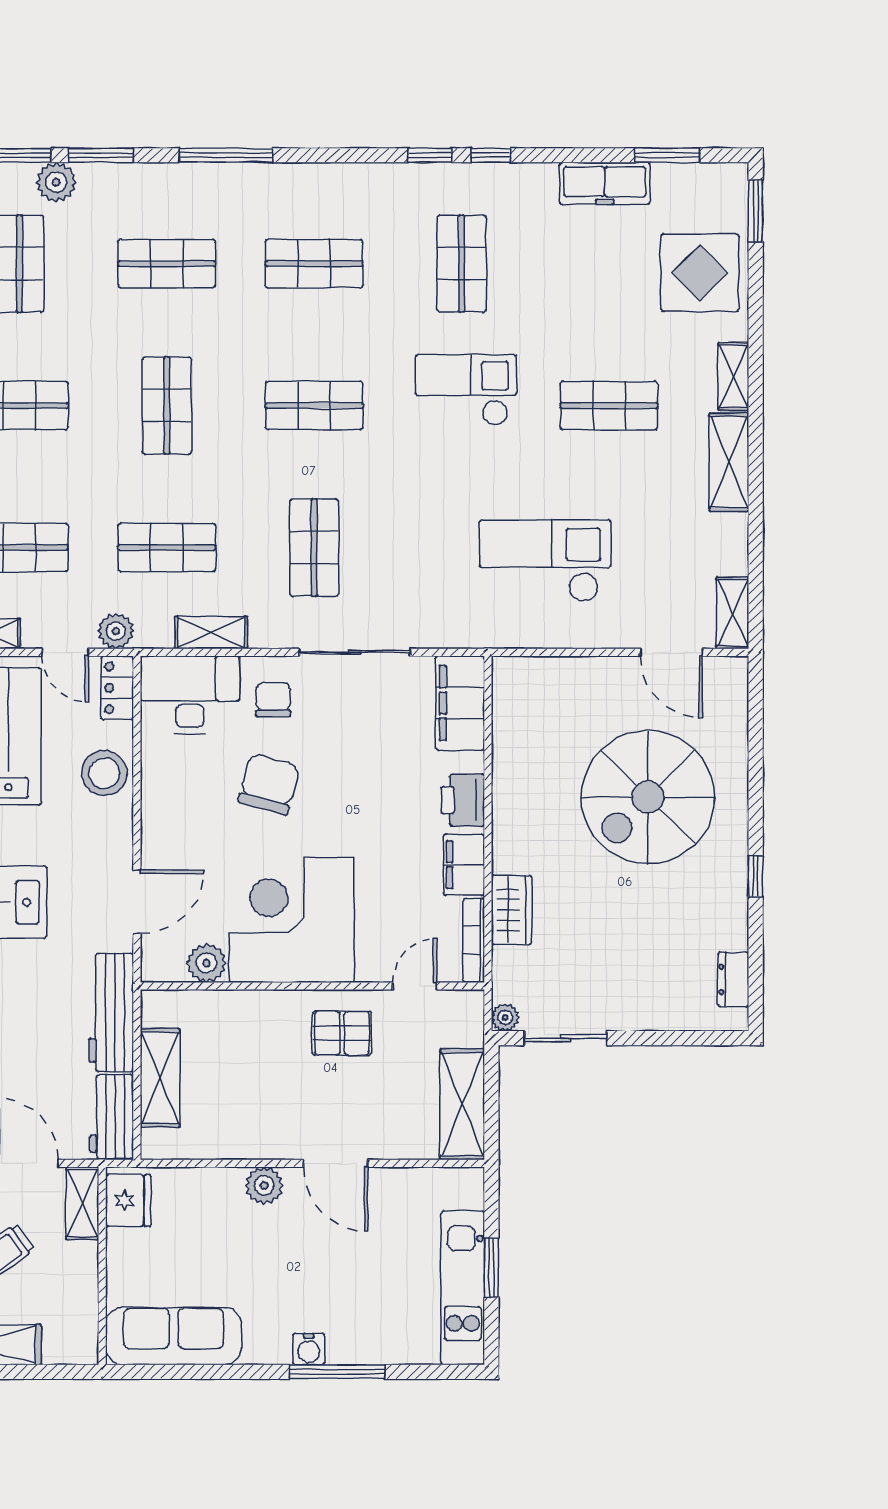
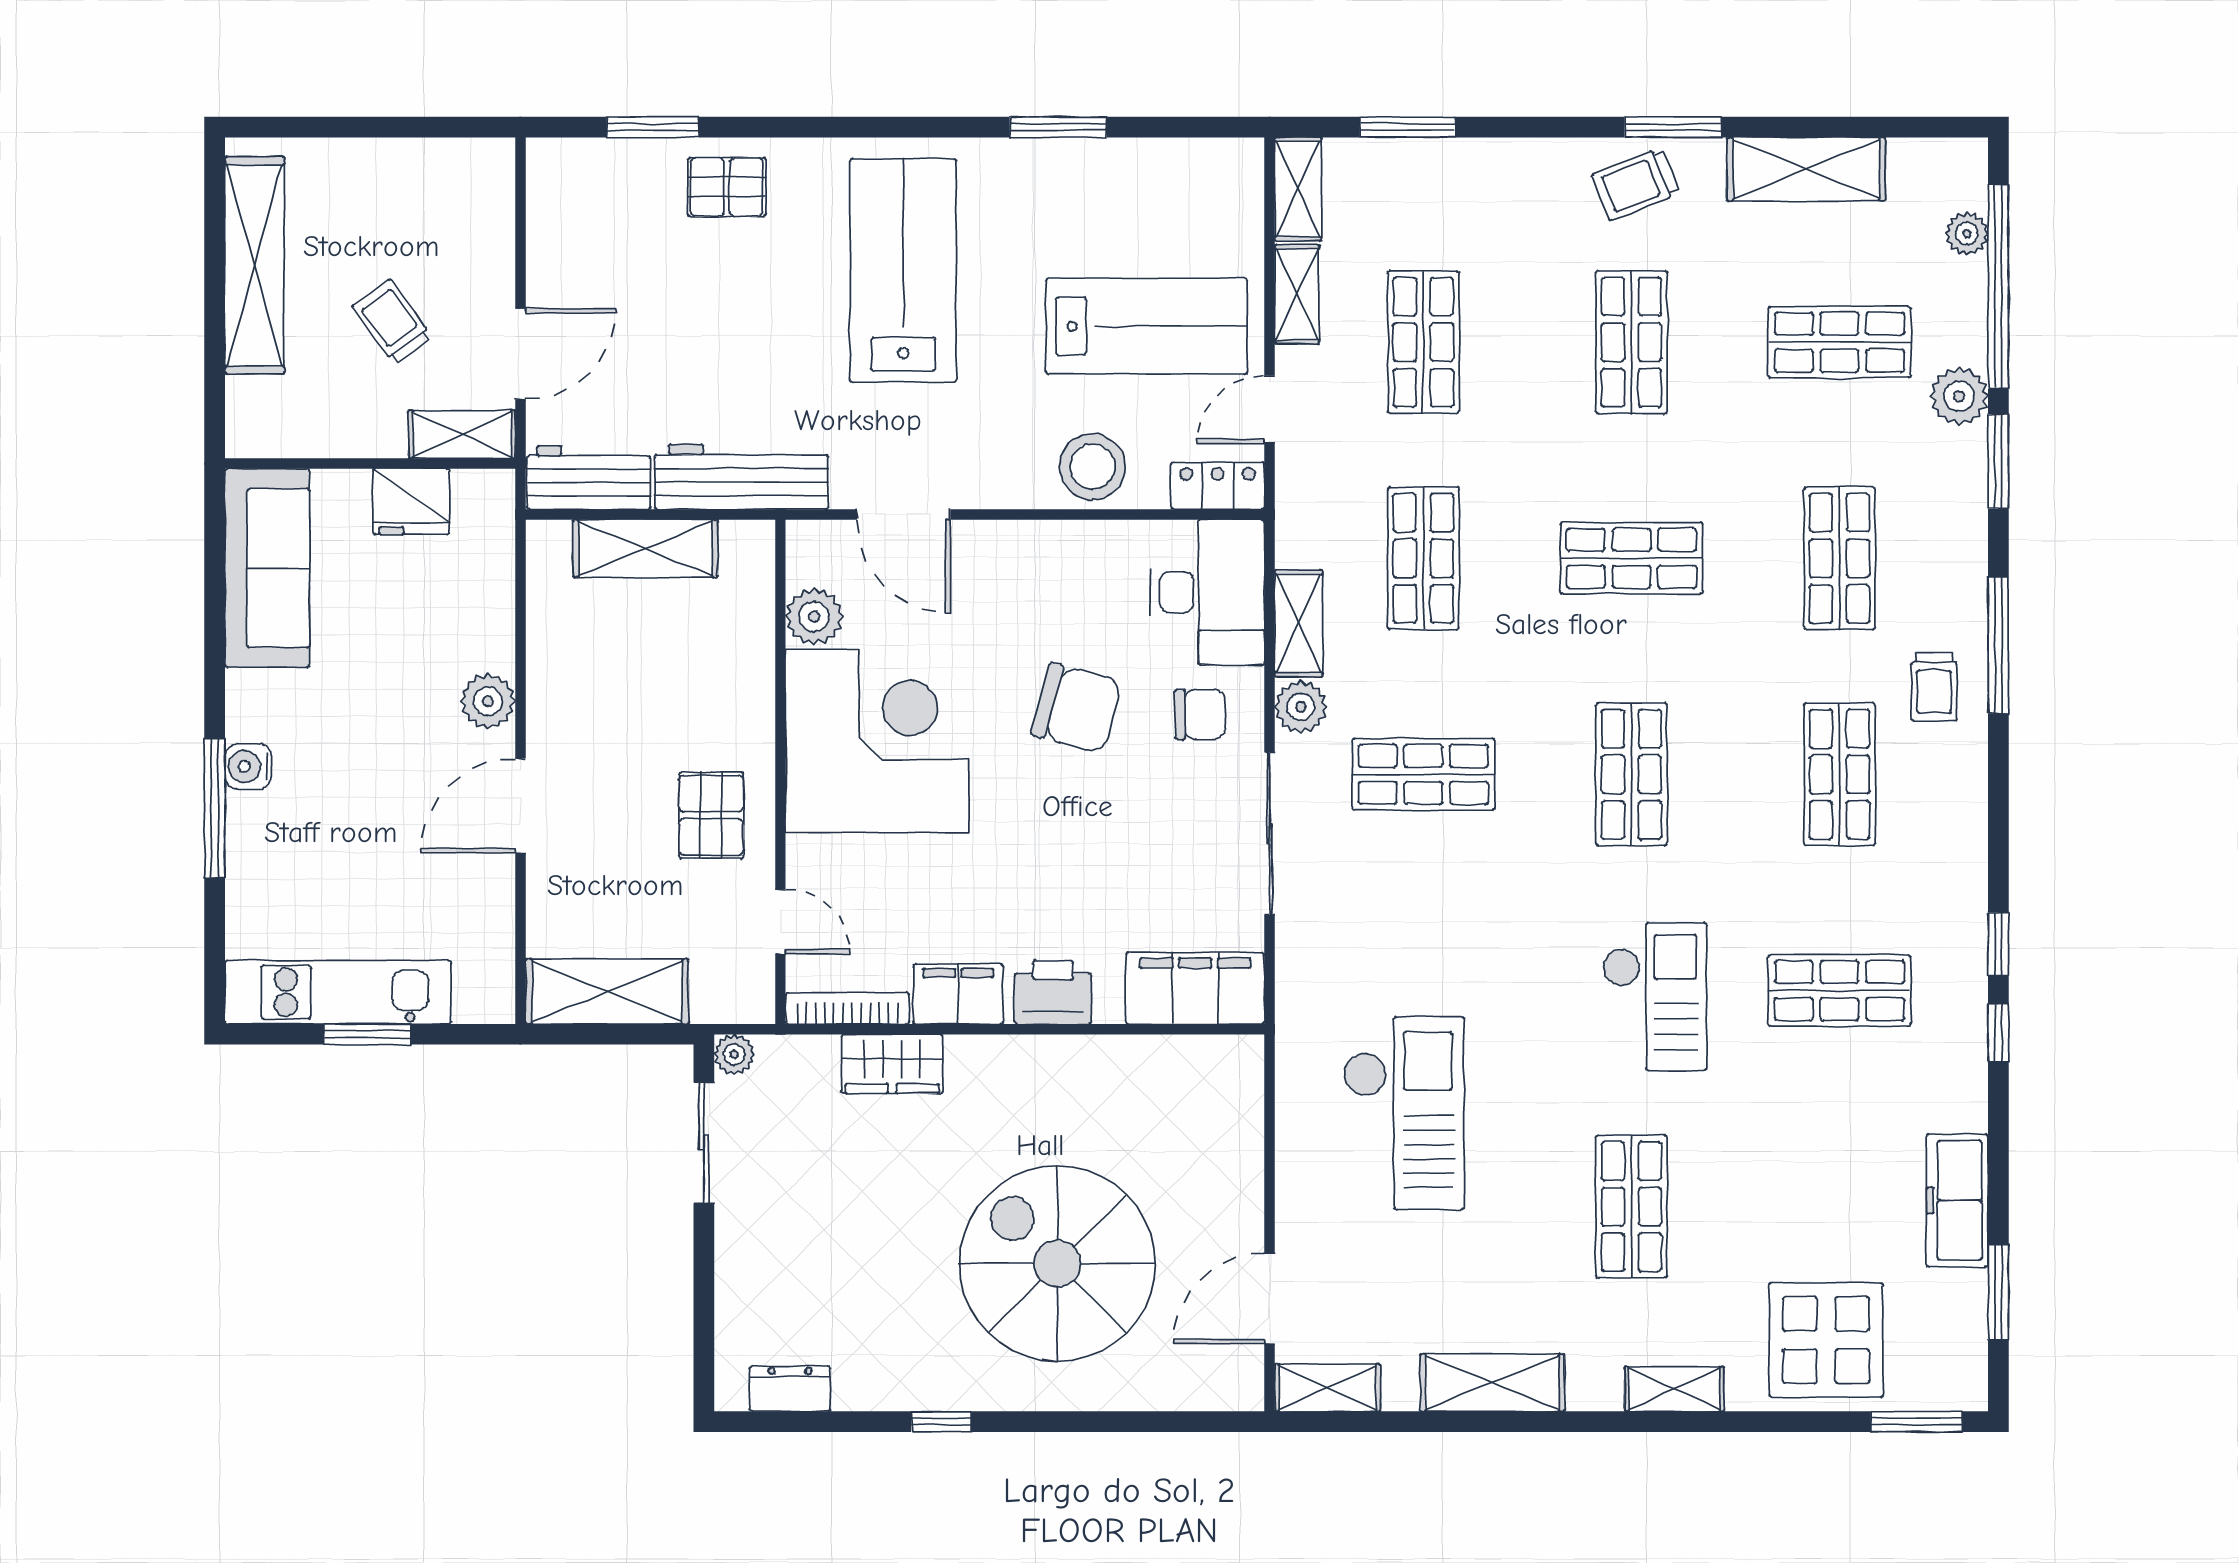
trolley: (254, 199) -> (1934, 687), added
shelving: (729, 462) -> (1492, 1383), moved
plant: (116, 631) -> (1301, 707), moved
fridge: (128, 1200) -> (411, 502), moved

